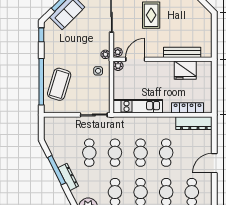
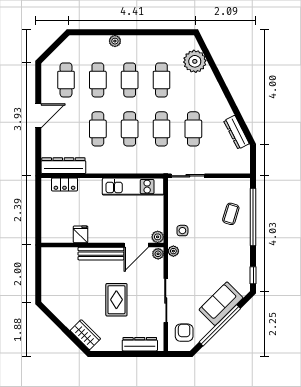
bench: (182, 52) -> (101, 254), moved
fridge: (185, 70) -> (81, 234), width x0.53, depth x0.75
coffee table: (59, 84) -> (231, 214), width x0.54, depth x0.58
locker: (188, 108) -> (64, 185), width x0.66
window: (57, 170) -> (234, 107), removed
dresser: (68, 177) -> (236, 132), moved

